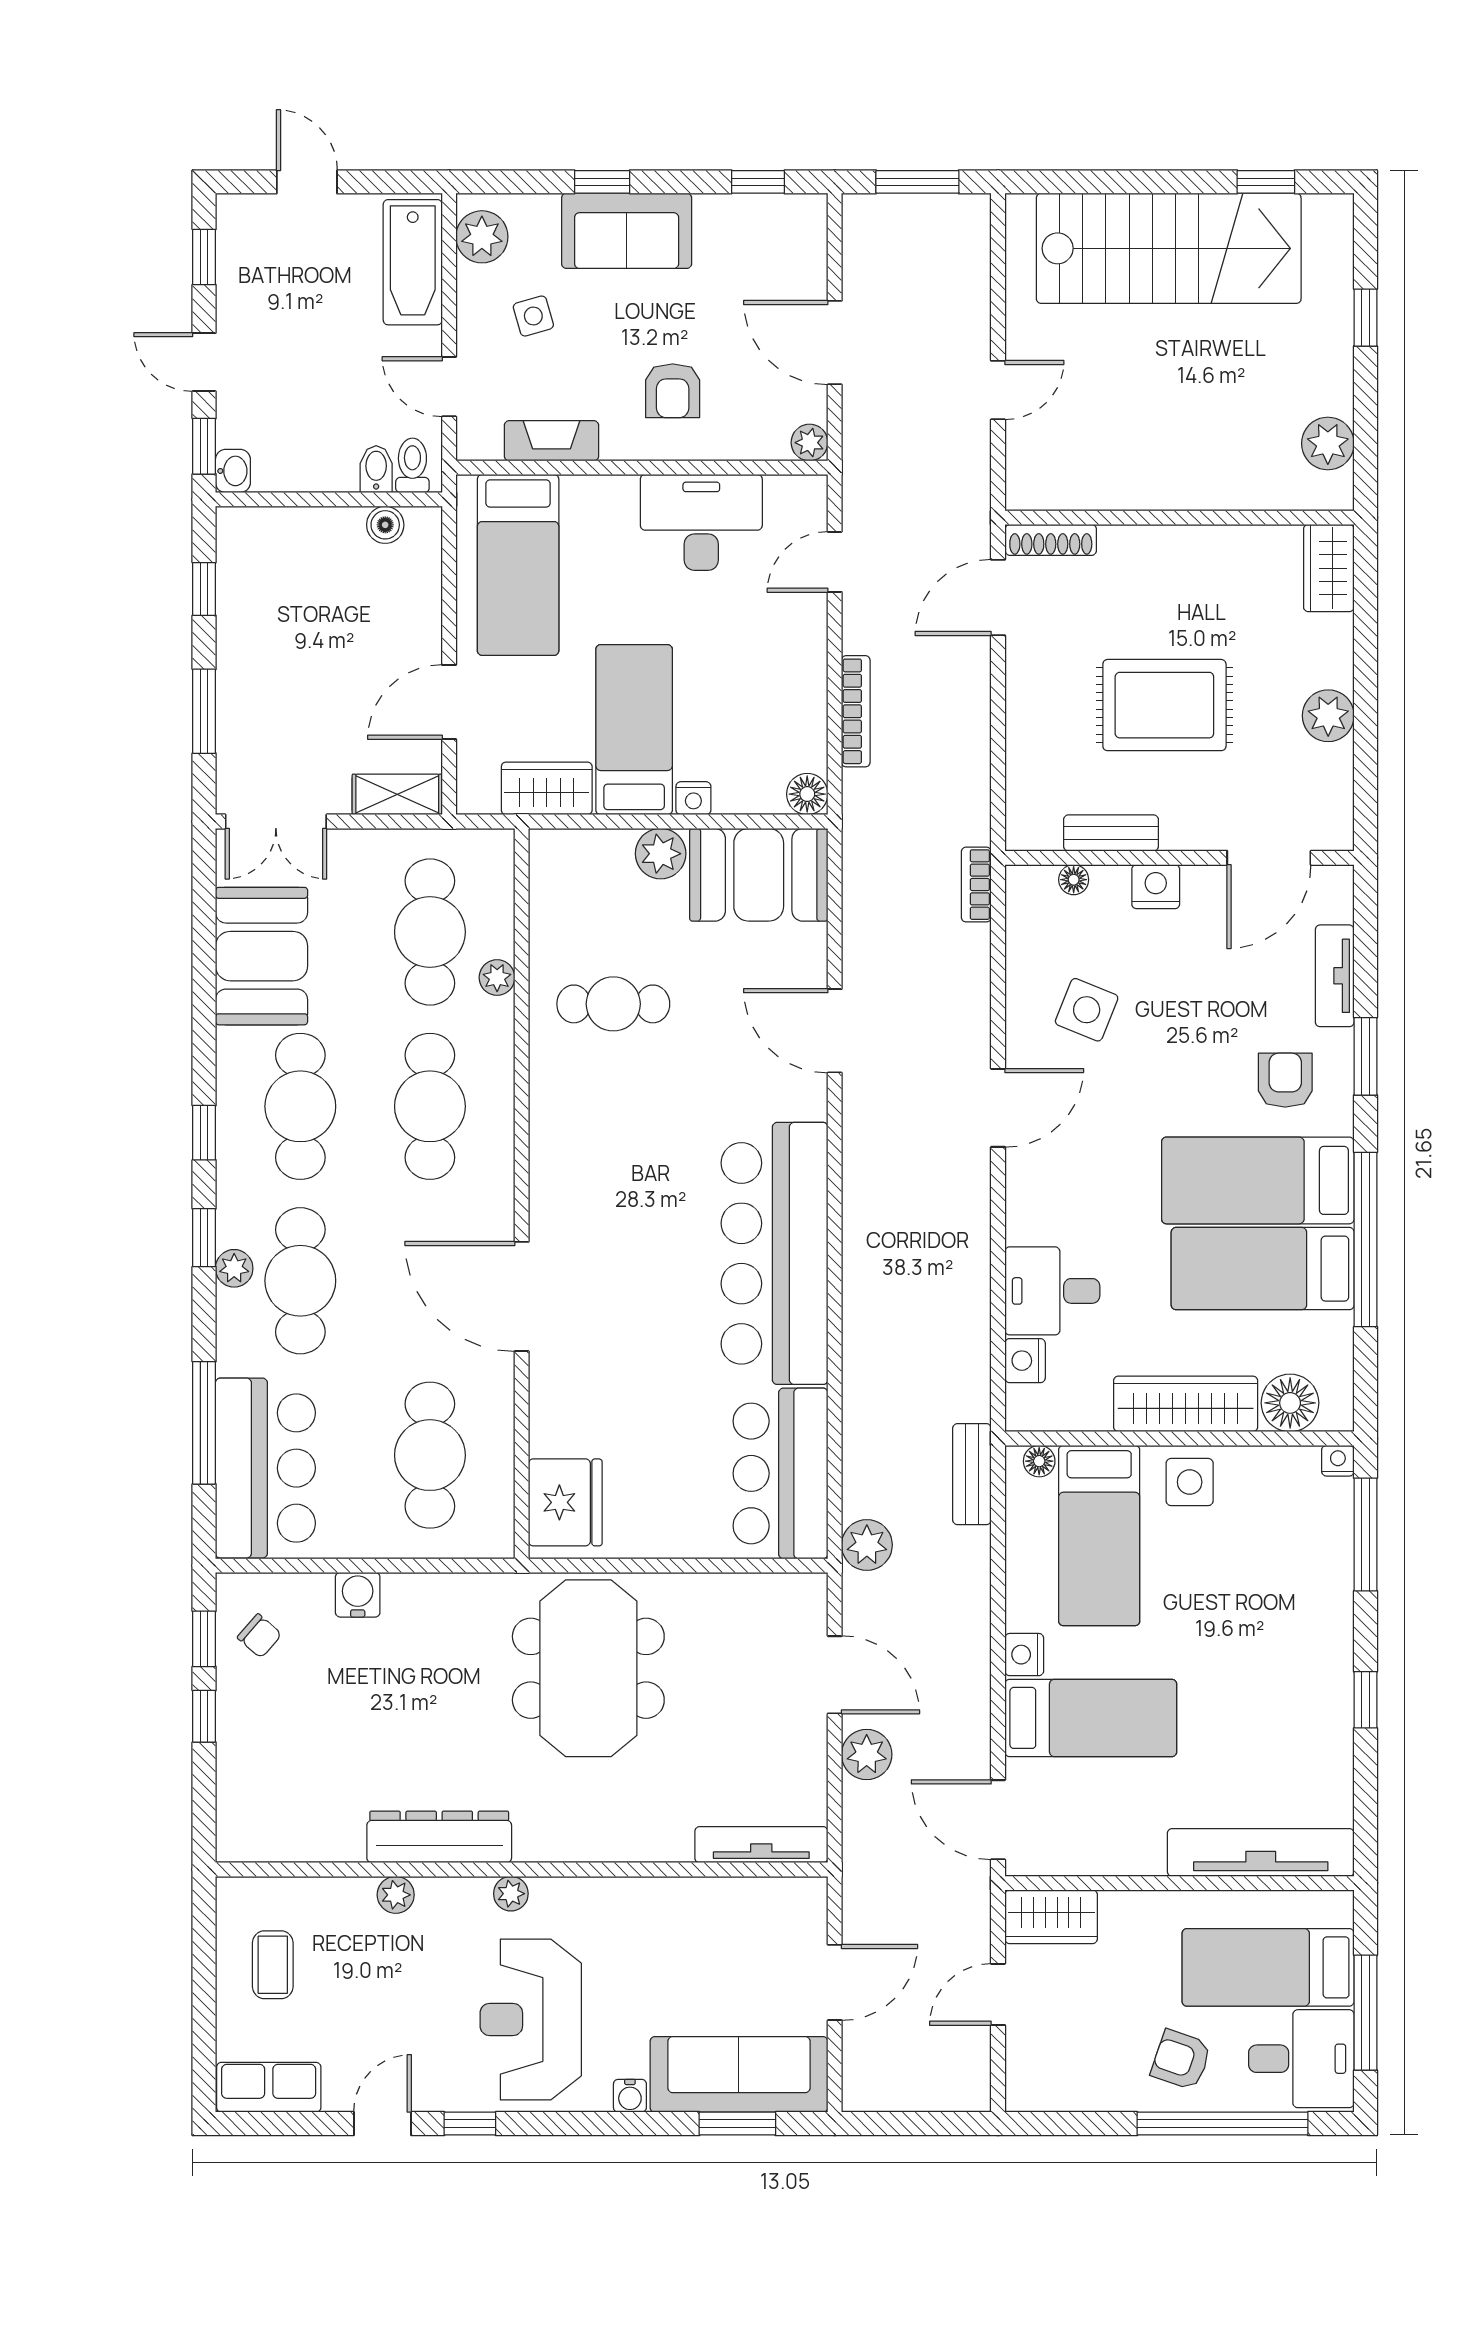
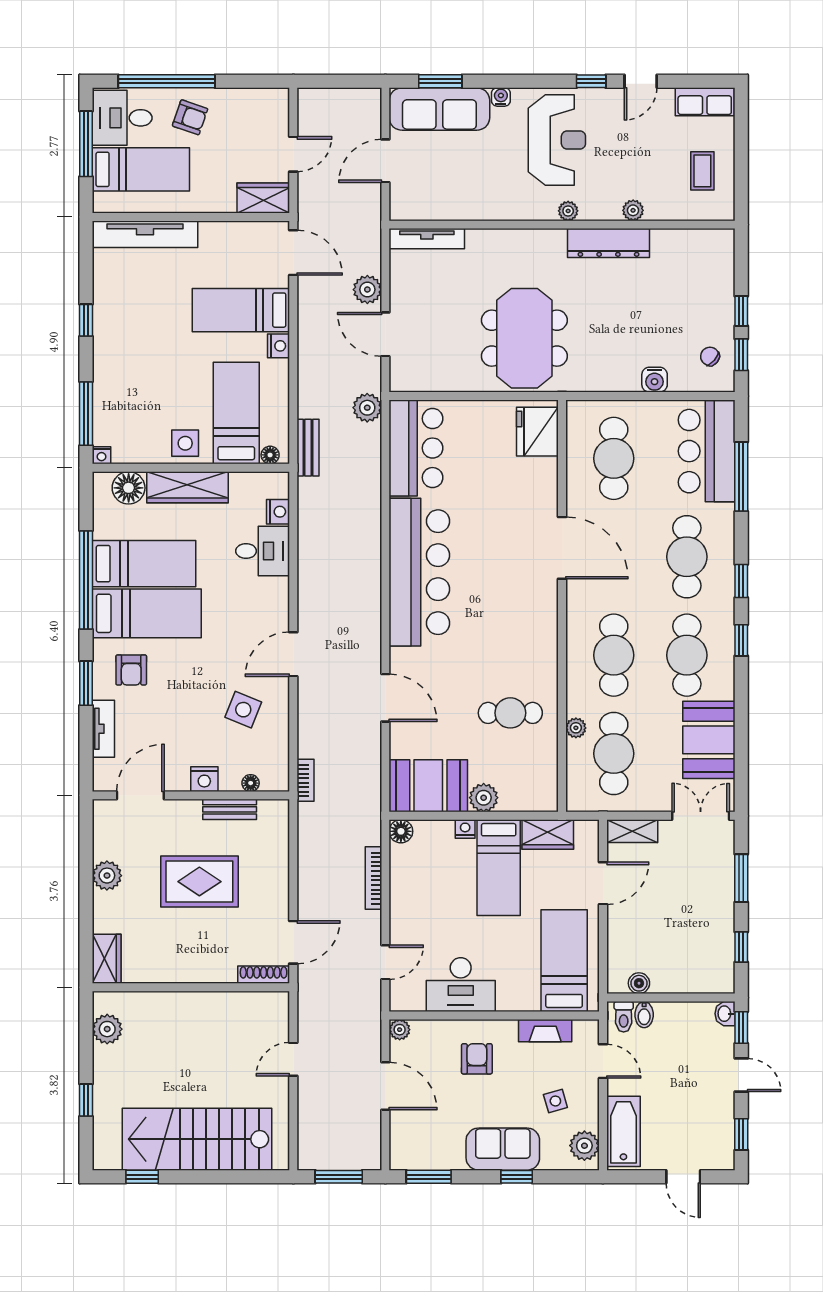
window: (758, 182) -> (429, 1177), width x1.50
plant: (234, 1268) -> (724, 564), removed

